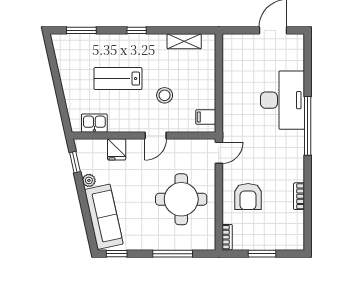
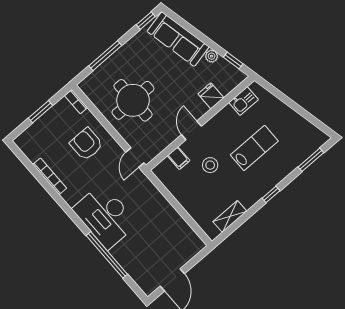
desk: (283, 100) -> (105, 216), moved
filing cabinet: (206, 117) -> (179, 158), moved, turned 90
window: (308, 126) -> (107, 255), moved
bookcase: (299, 196) -> (50, 176), width x1.56

